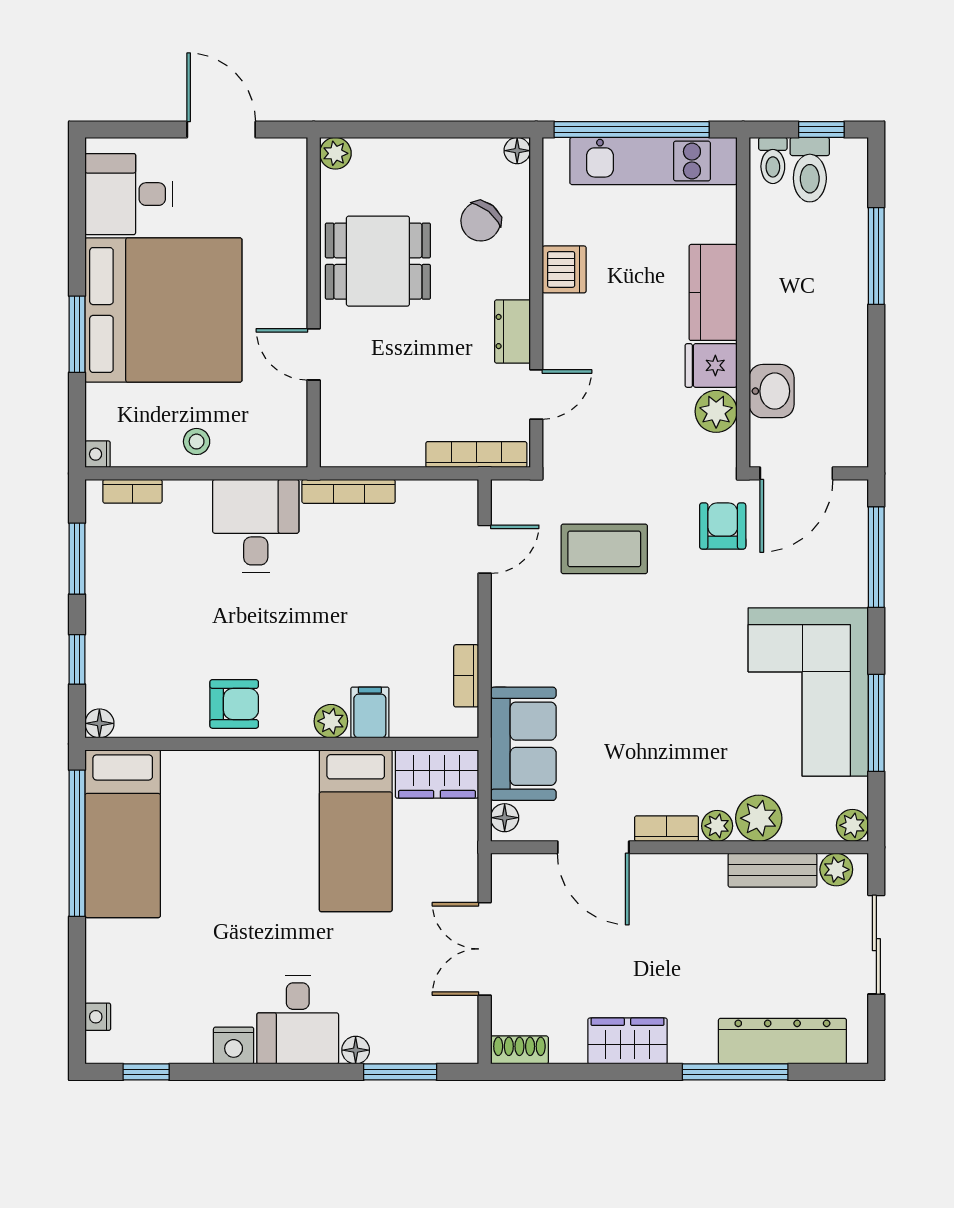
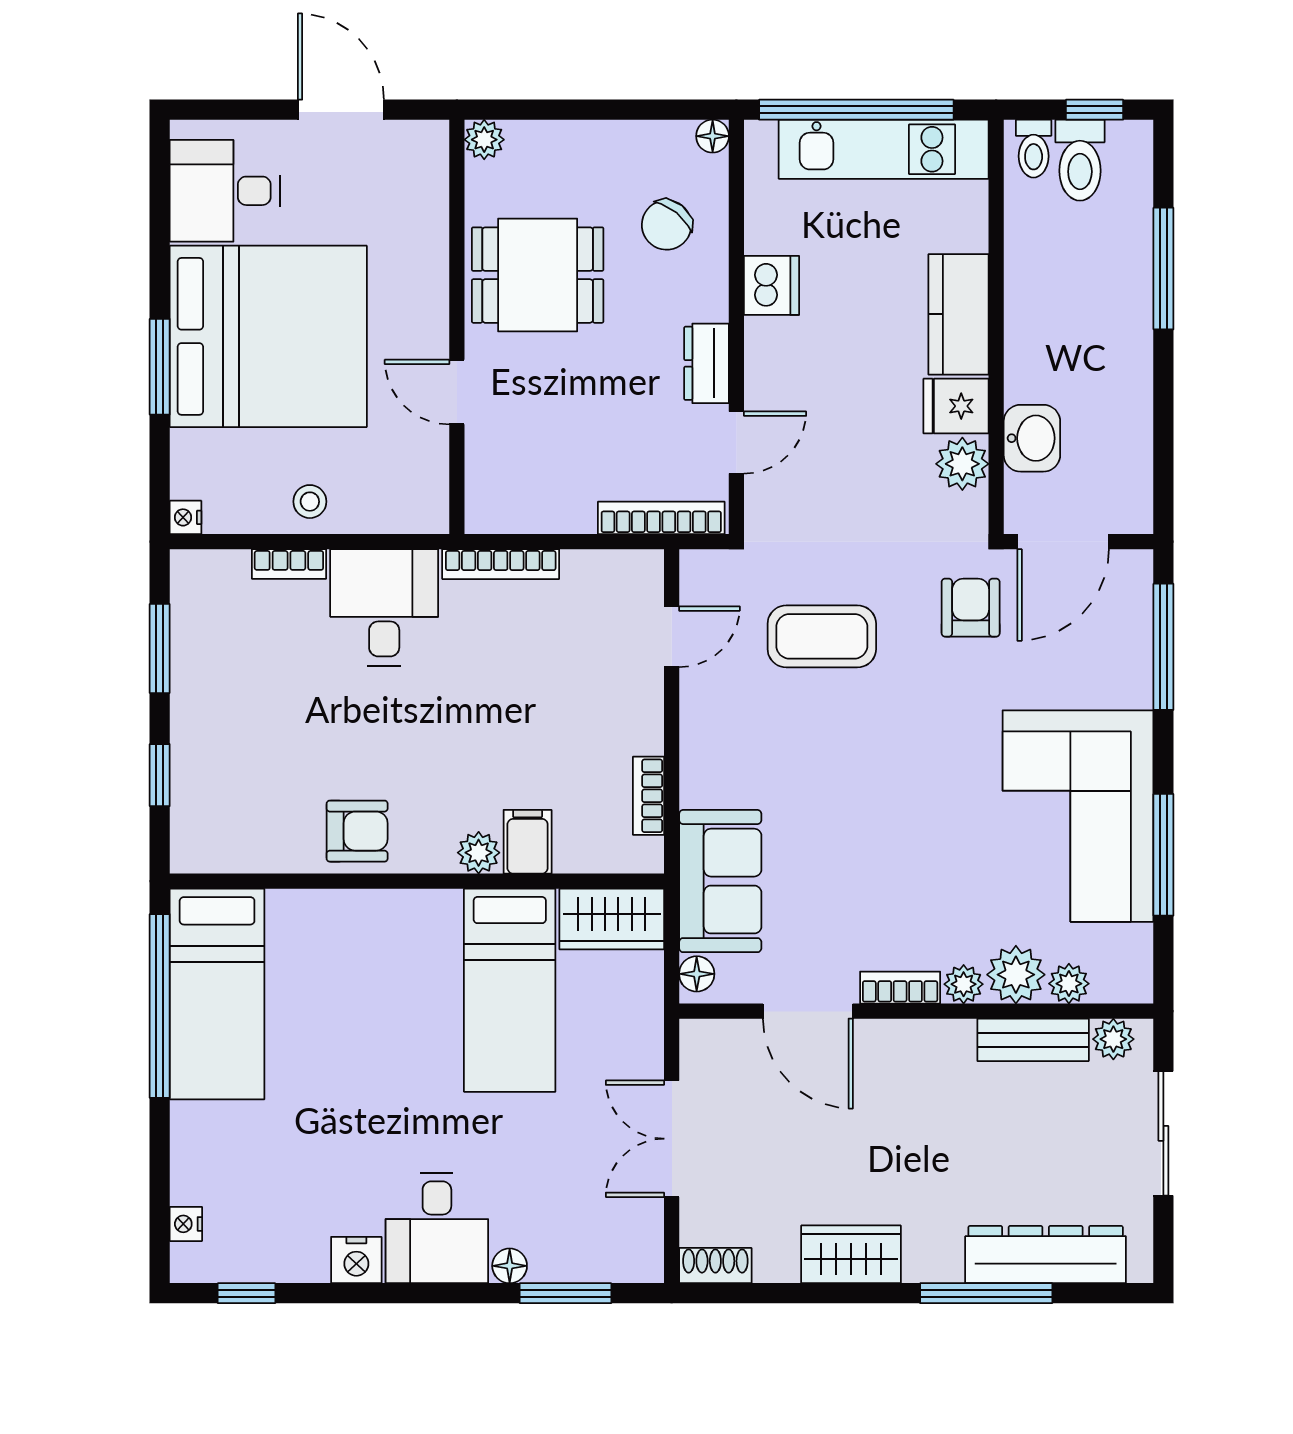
bookcase: (132, 491) -> (289, 564), moved
floor lamp: (99, 723) -> (188, 855), removed
plant: (852, 825) -> (1069, 984), moved

